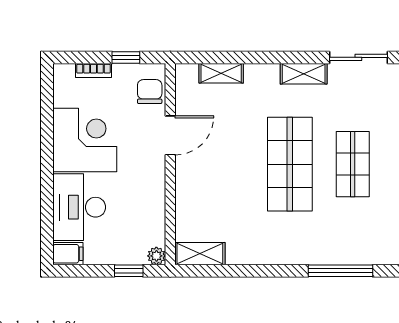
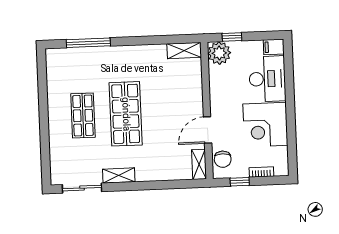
shelving: (221, 73) -> (199, 164), moved, turned 90
plant: (156, 256) -> (219, 53), width x1.87, depth x1.87

